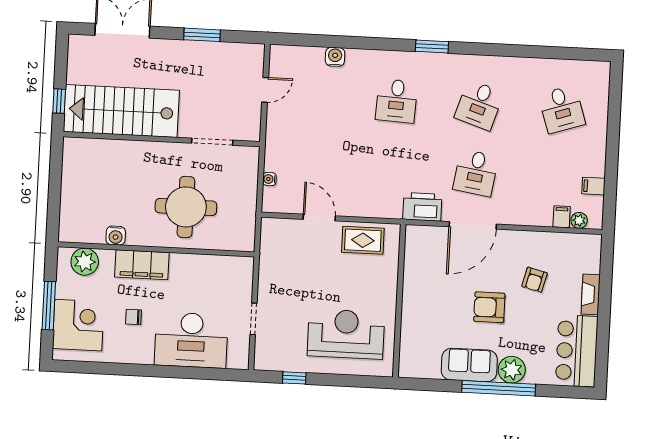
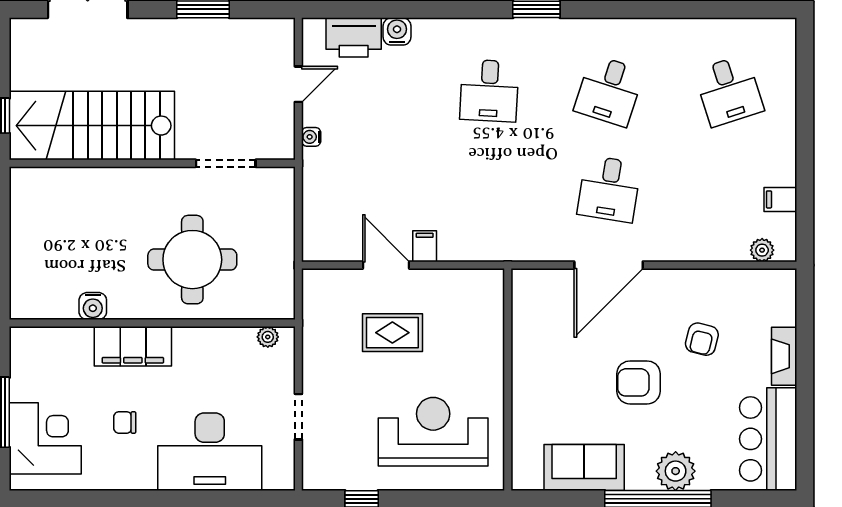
water cooler: (269, 179) -> (311, 137), moved
printer: (422, 207) -> (354, 37), moved, turned 180
filing cabinet: (562, 217) -> (425, 246), moved
rug: (363, 240) -> (392, 333), moved
plant: (85, 262) -> (268, 337), moved, width x0.53, depth x0.53
sofa: (469, 365) -> (584, 467), moved

